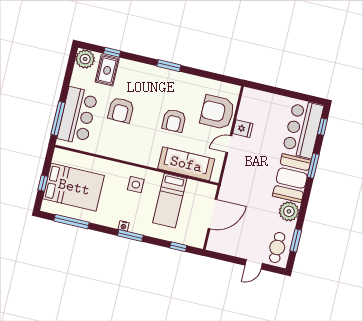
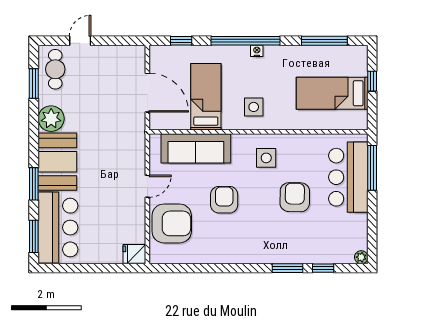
plant: (85, 59) -> (361, 257), width x0.53, depth x0.53
window: (169, 66) -> (288, 268), moved
rug: (107, 70) -> (324, 244), removed
window: (322, 127) -> (34, 236), width x1.50
fridge: (243, 129) -> (134, 254), moved
side table: (135, 144) -> (266, 158), added
bed: (74, 187) -> (332, 93), width x0.67
door: (213, 214) -> (147, 93), swing flipped
window: (130, 235) -> (246, 41), width x2.11

